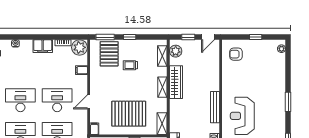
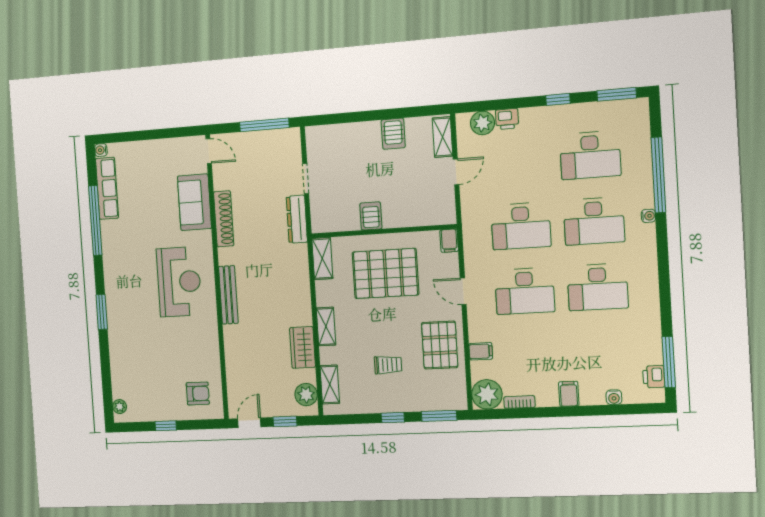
filing cabinet: (43, 46) -> (569, 394), width x0.50
pallet: (109, 54) -> (440, 345), moved
wardrobe: (176, 82) -> (302, 347), width x0.67
door: (89, 102) -> (463, 291), swing flipped

